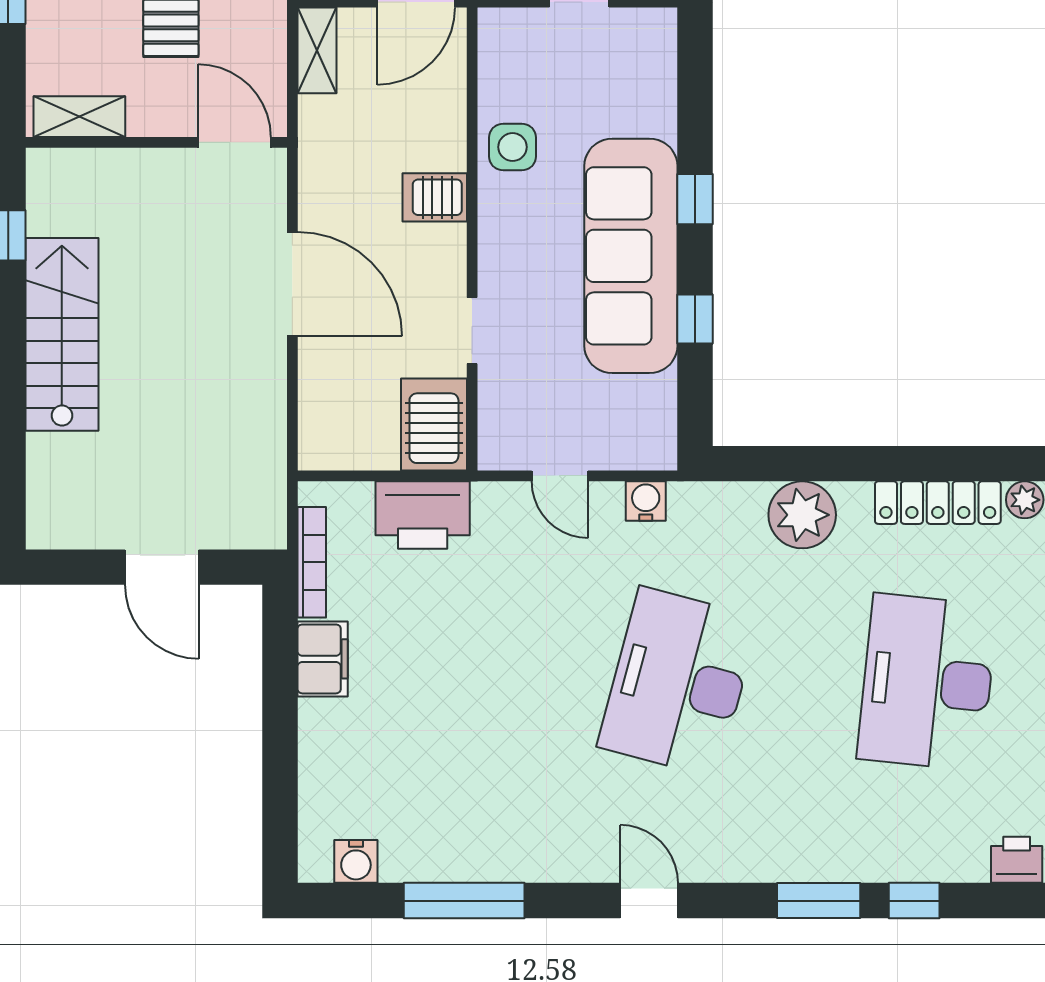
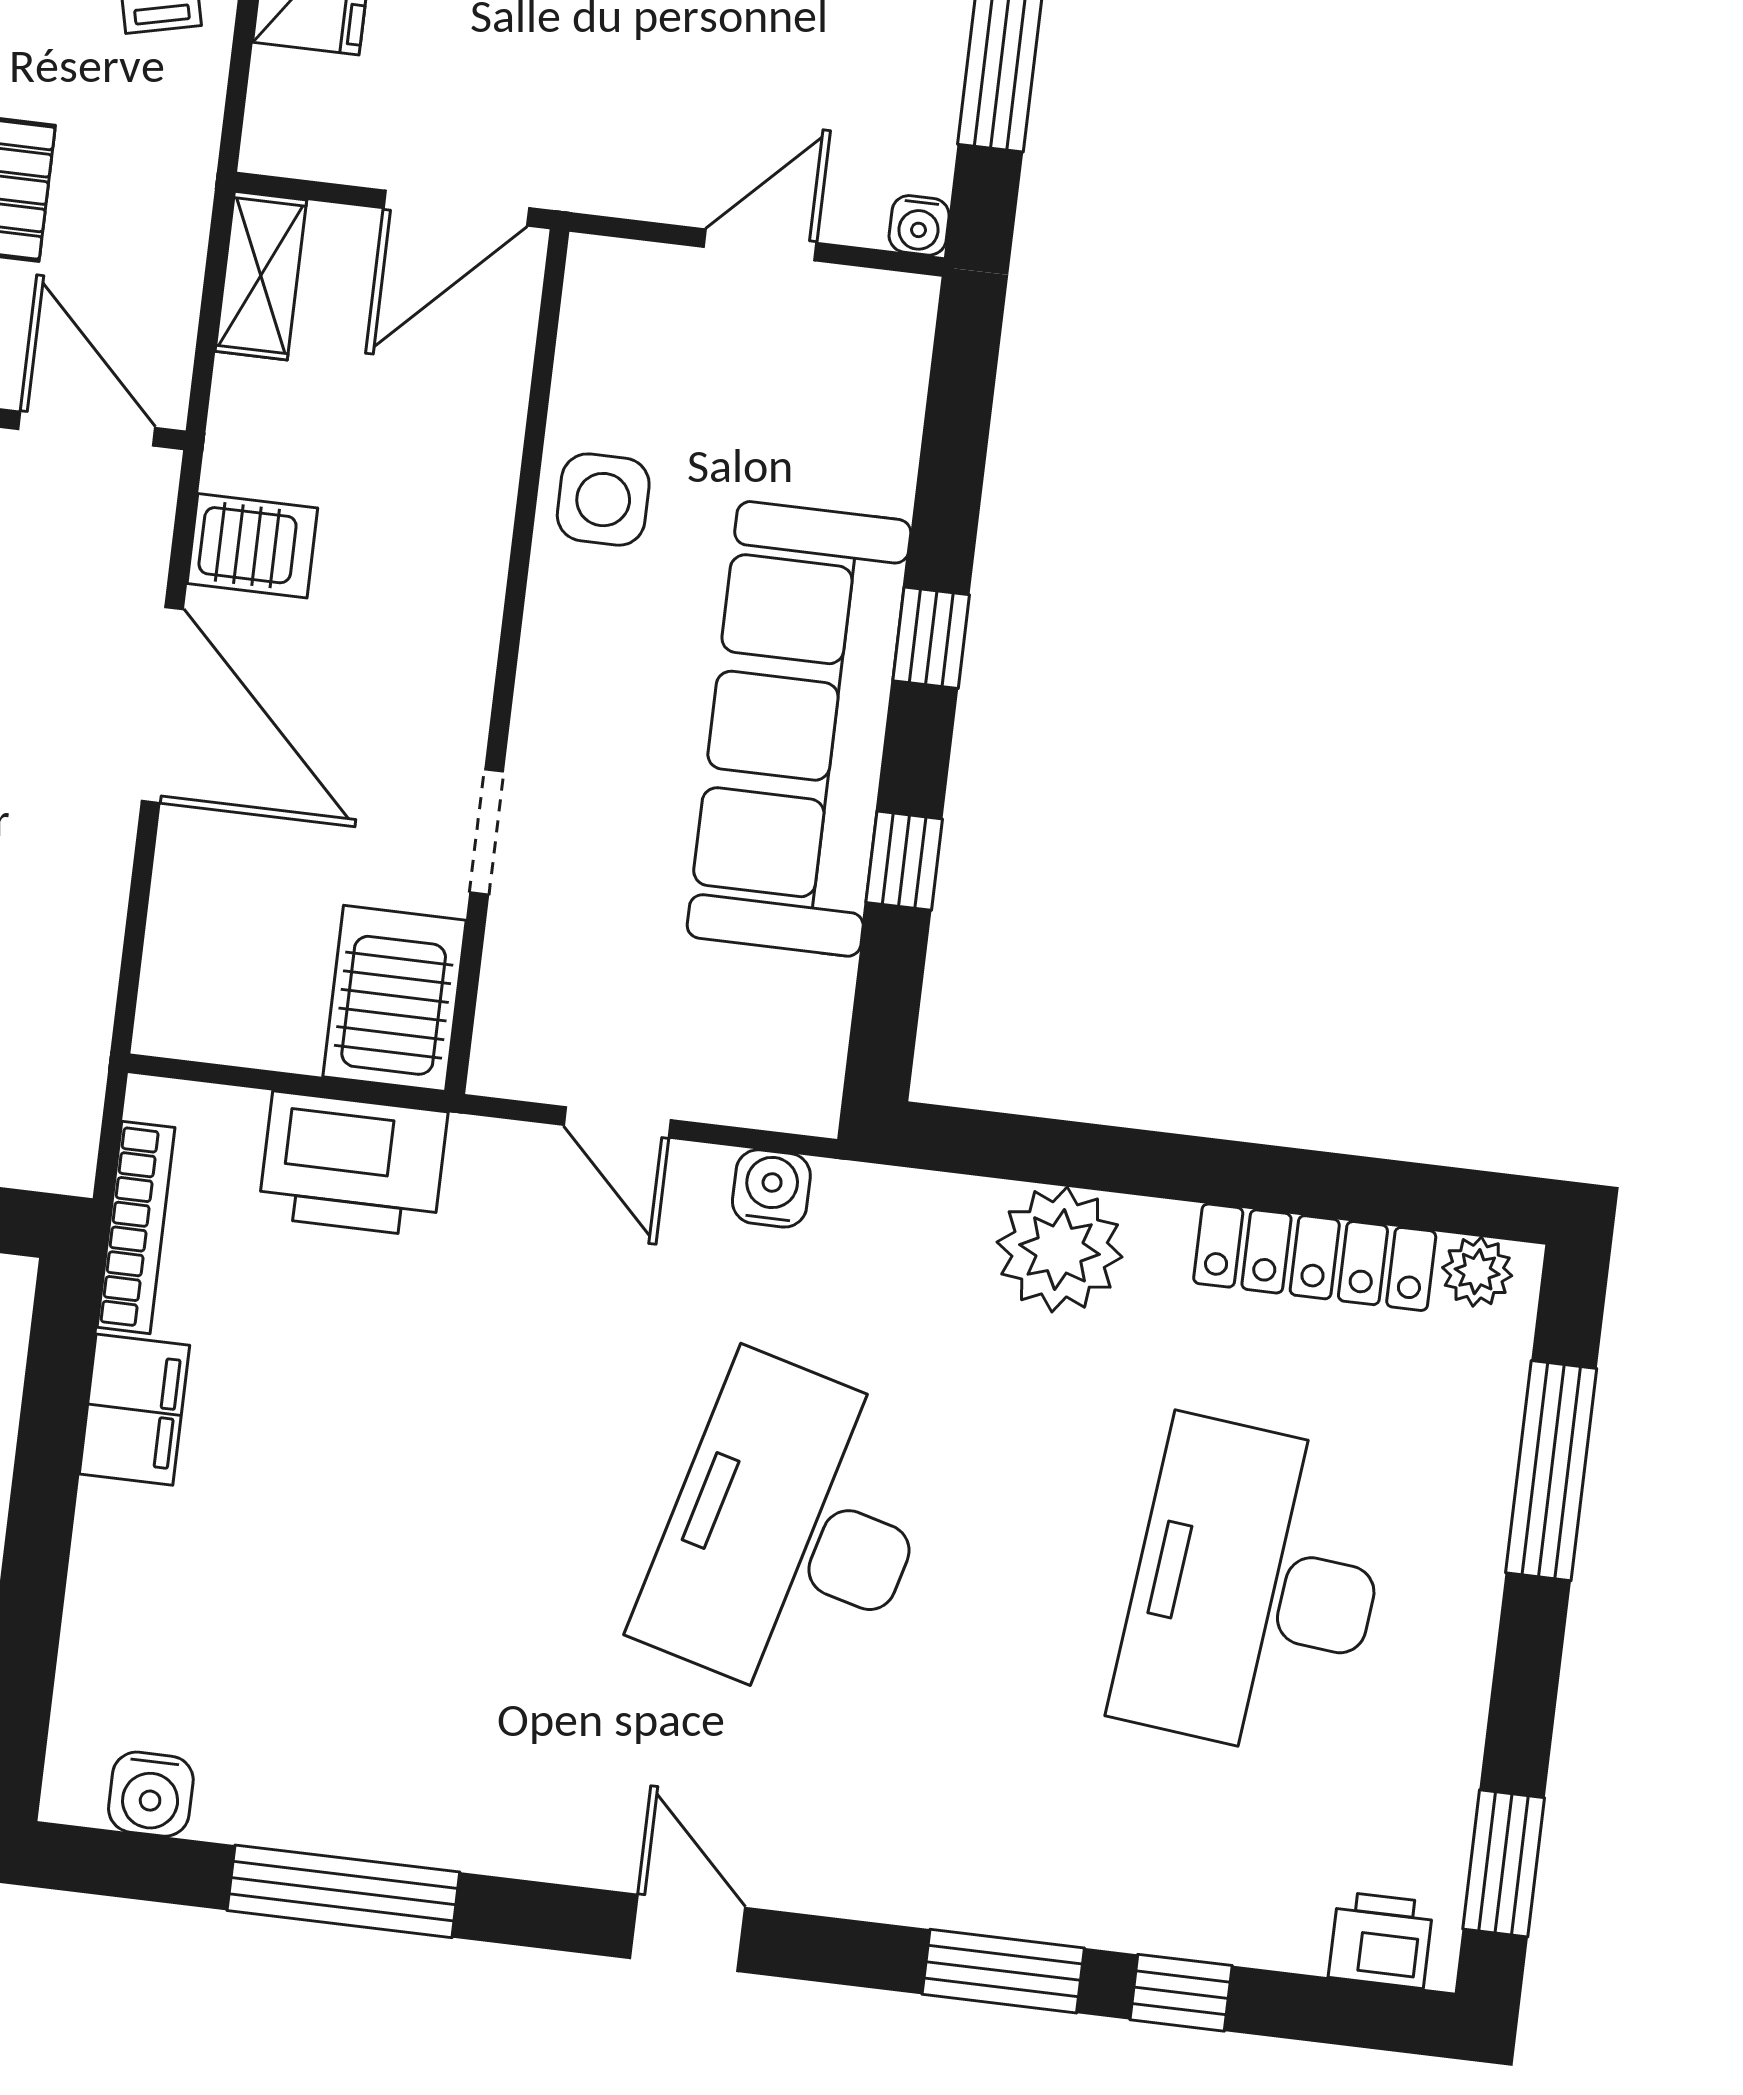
server rack: (435, 197) -> (252, 546), moved, turned 180

